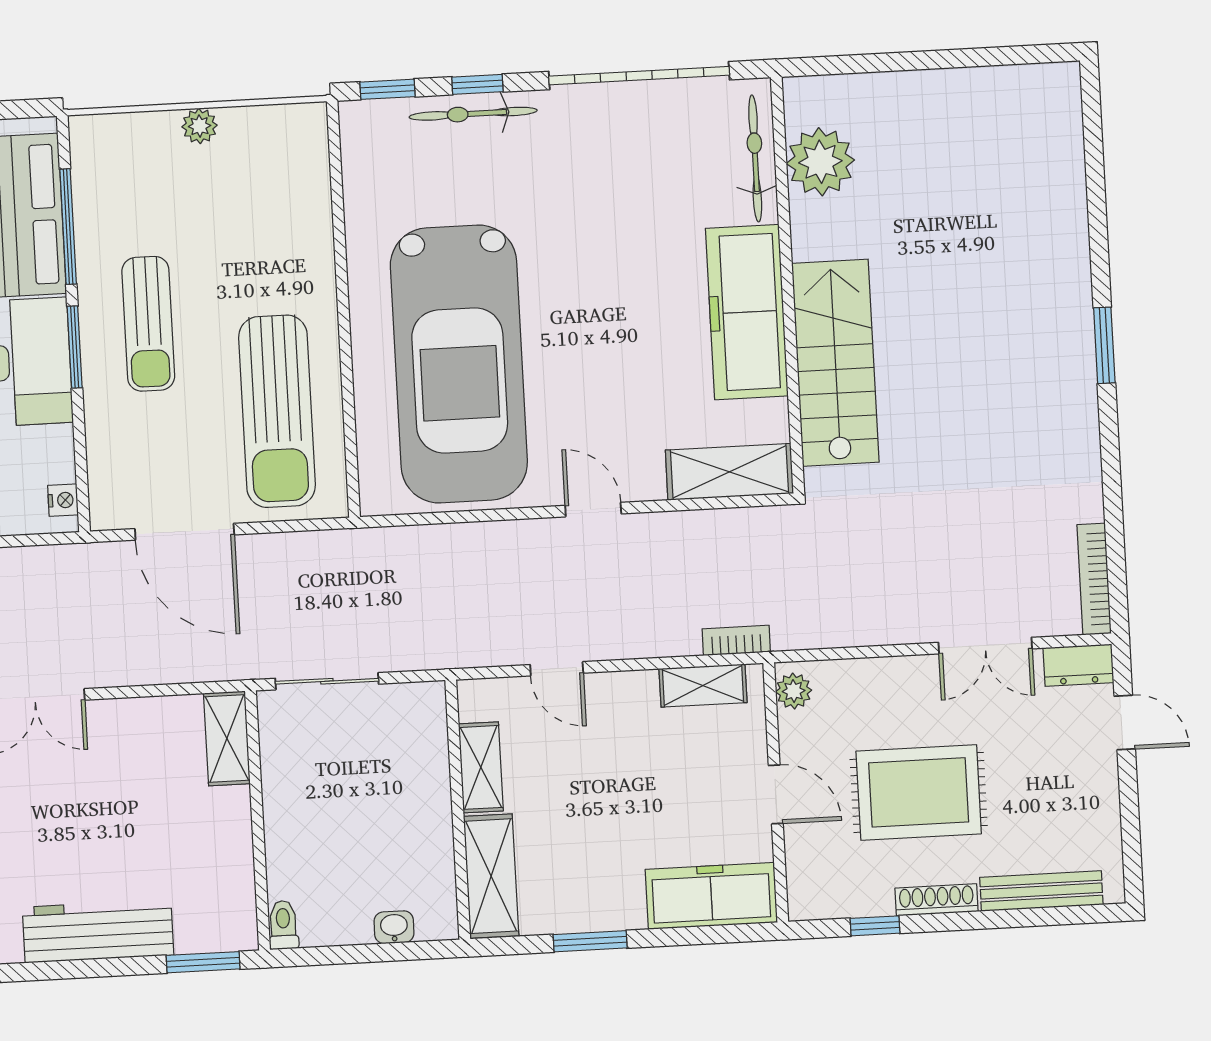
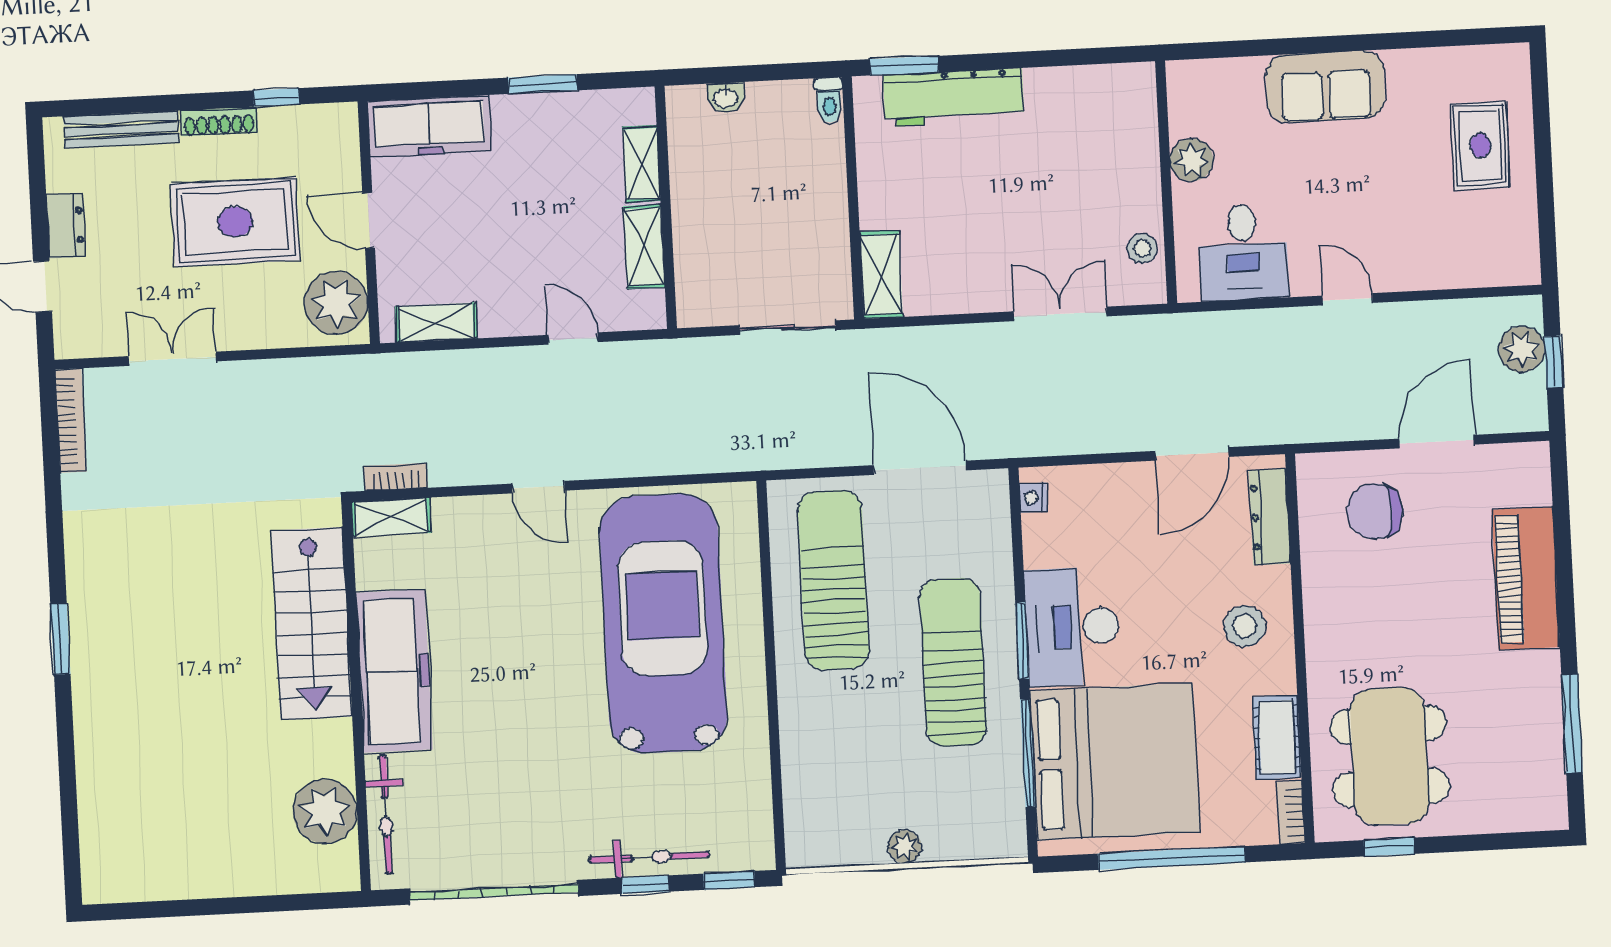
sun lounger: (148, 324) -> (953, 662), width x1.36, depth x1.34
shelving: (729, 472) -> (391, 517), width x0.67, depth x0.75
bookcase: (736, 640) -> (396, 477), moved, turned 180
dresser: (1078, 665) -> (66, 226), moved, turned 90
plant: (794, 691) -> (336, 303), width x1.88, depth x1.88
shelving: (491, 876) -> (642, 164), width x0.67, depth x0.75
workbench: (98, 931) -> (954, 97), moved

